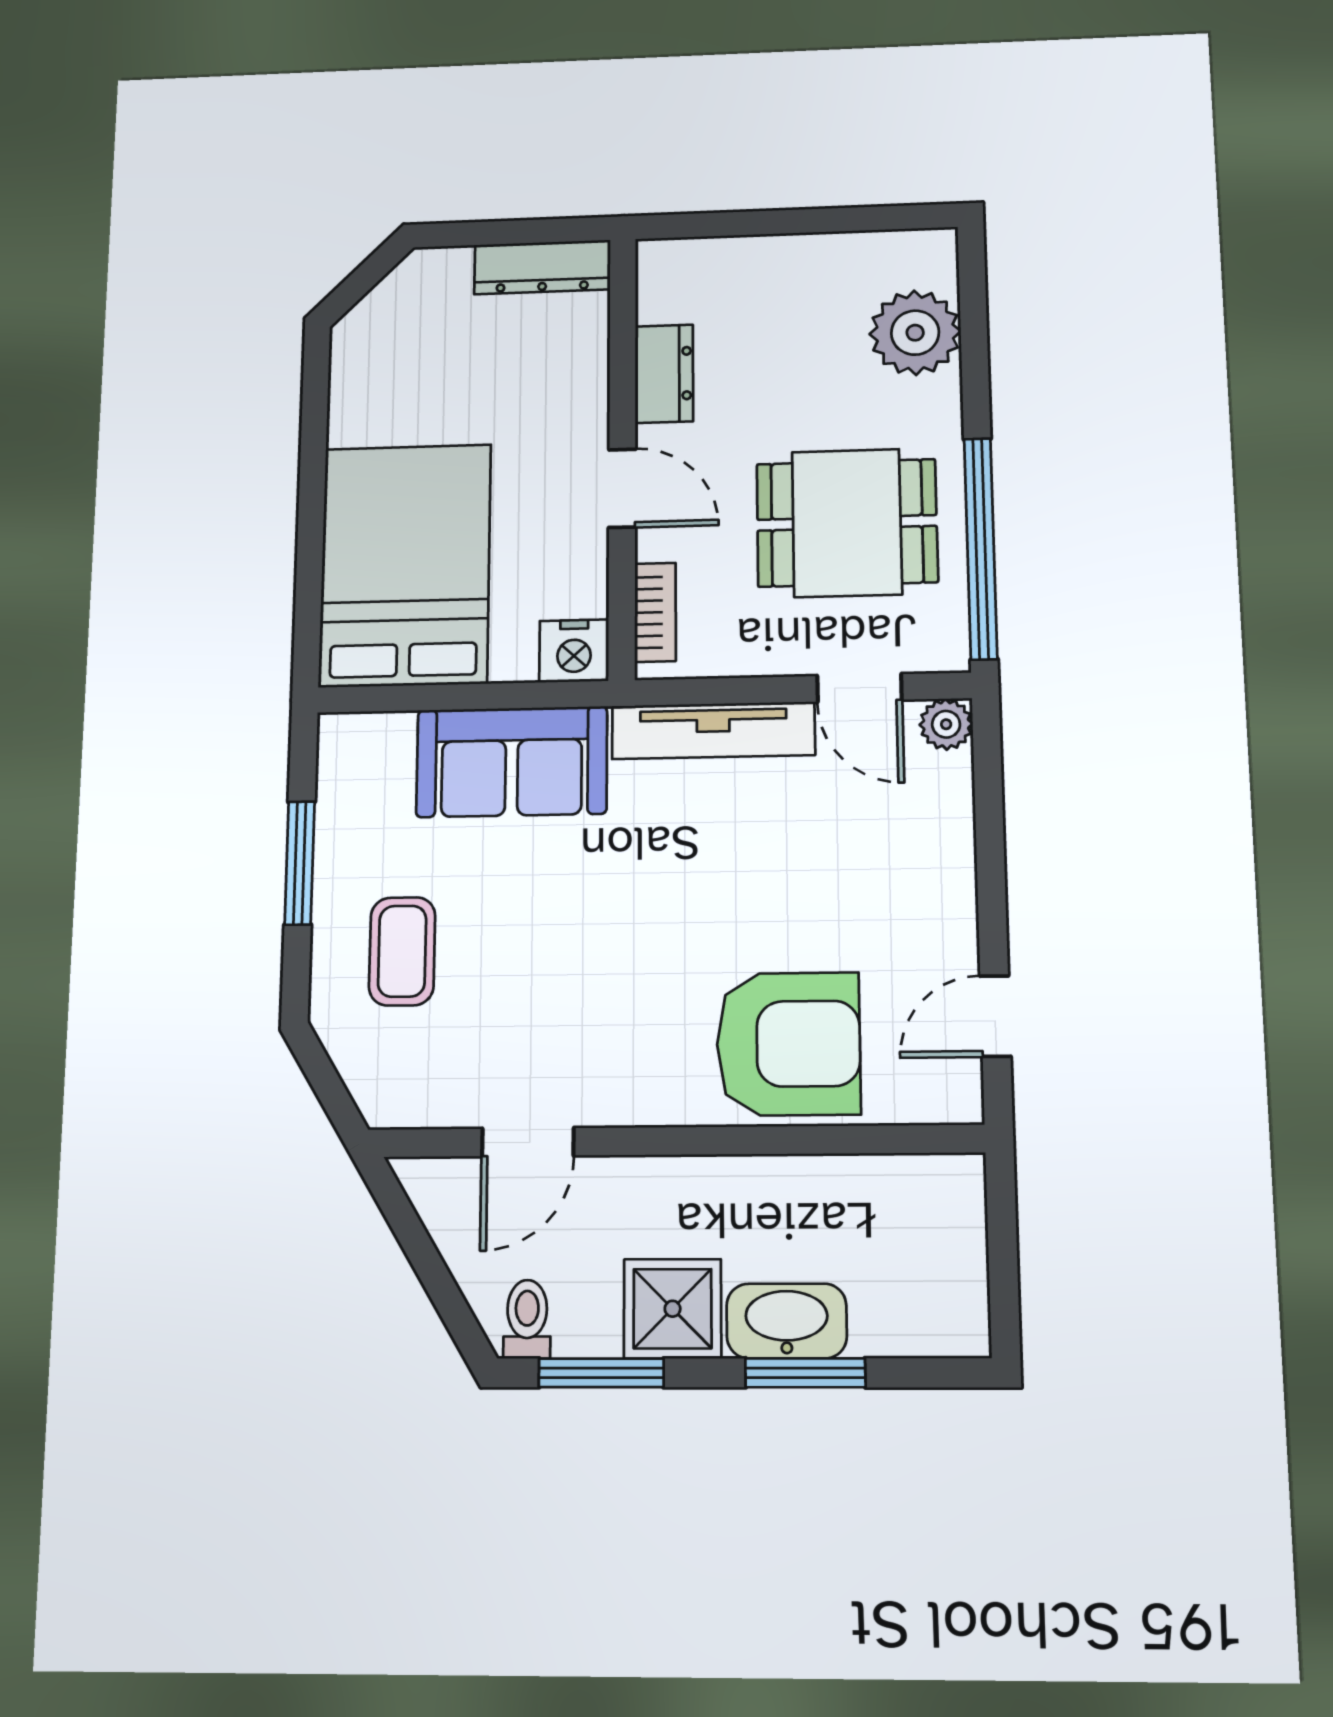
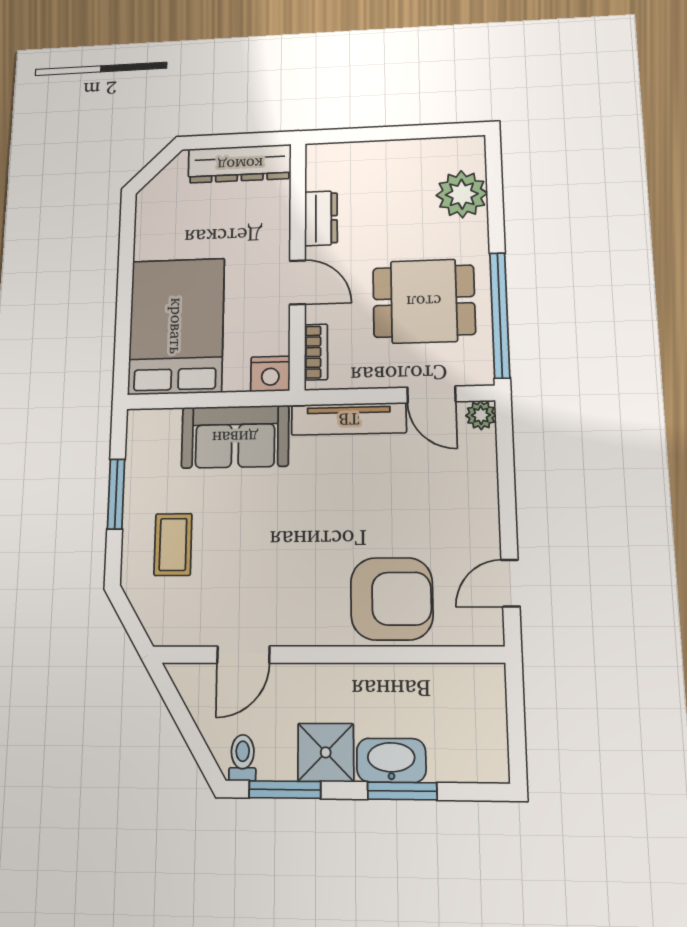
dresser: (542, 267) -> (240, 164), width x1.37, depth x1.24

